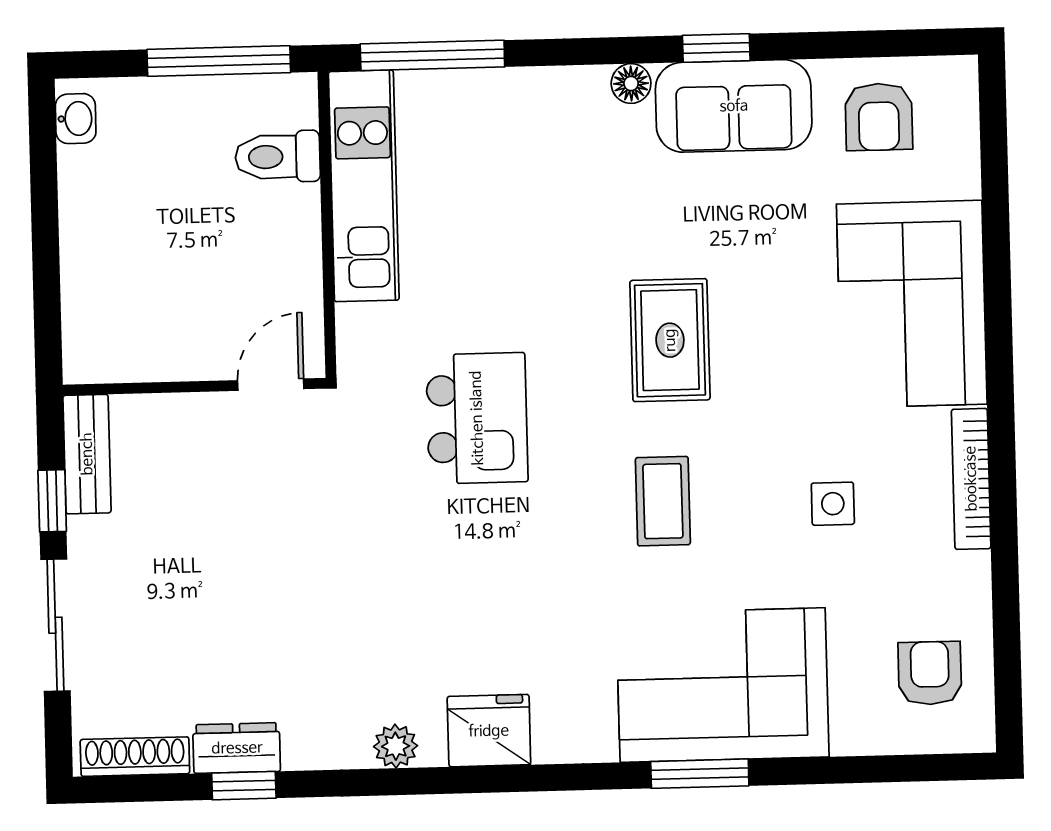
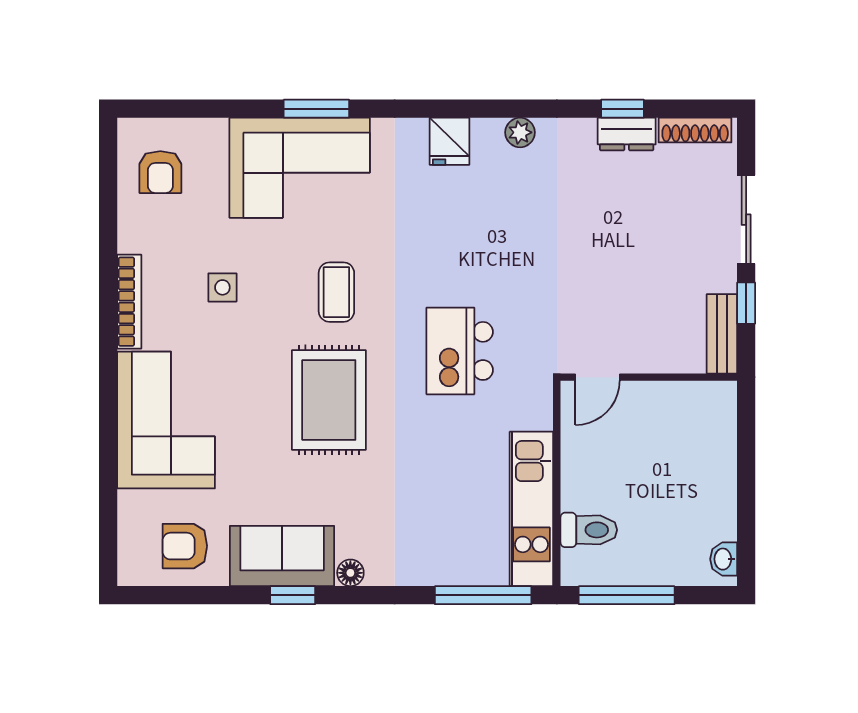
armchair: (879, 117) -> (185, 546), turned -90
rug: (670, 340) -> (329, 400), width x1.36, depth x1.43
fridge: (489, 731) -> (449, 141), width x0.72

